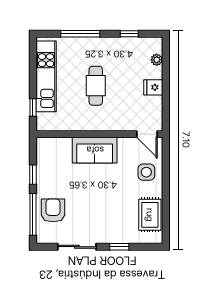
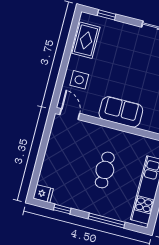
plant: (157, 60) -> (43, 179), removed
fridge: (153, 87) -> (43, 194), moved
window: (119, 247) -> (107, 15), moved

